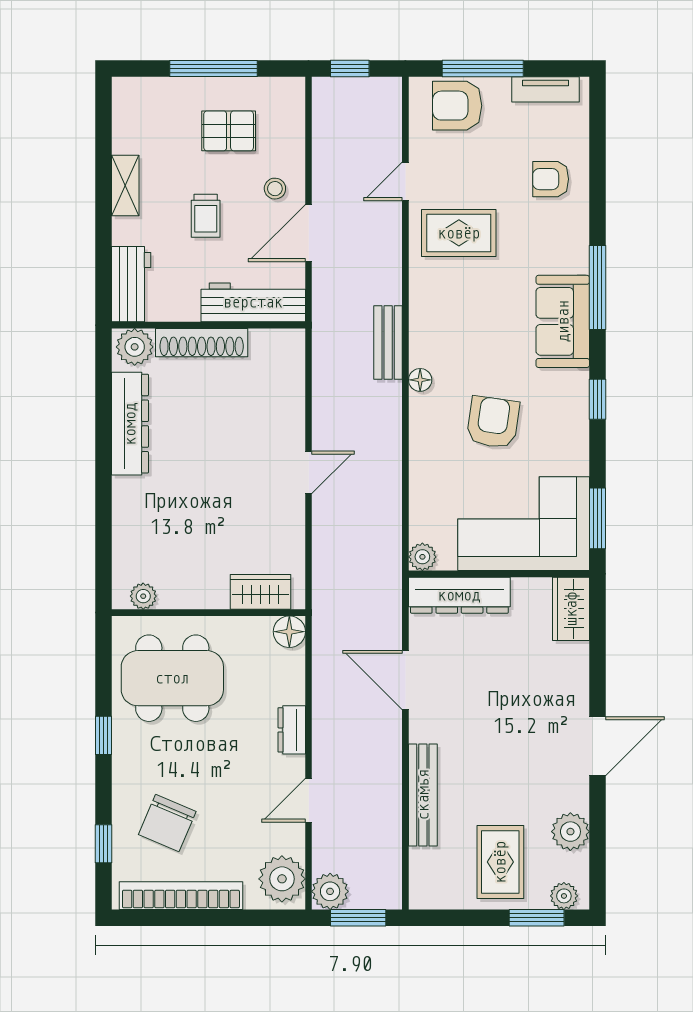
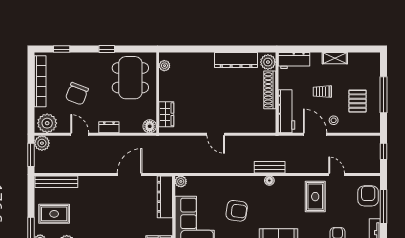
floor lamp: (420, 380) -> (269, 181), moved
bench: (423, 795) -> (56, 182), moved
chair: (167, 823) -> (77, 94), moved, turned -92

